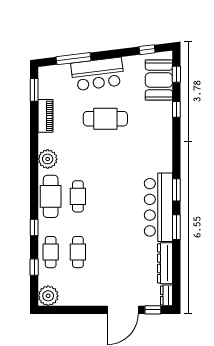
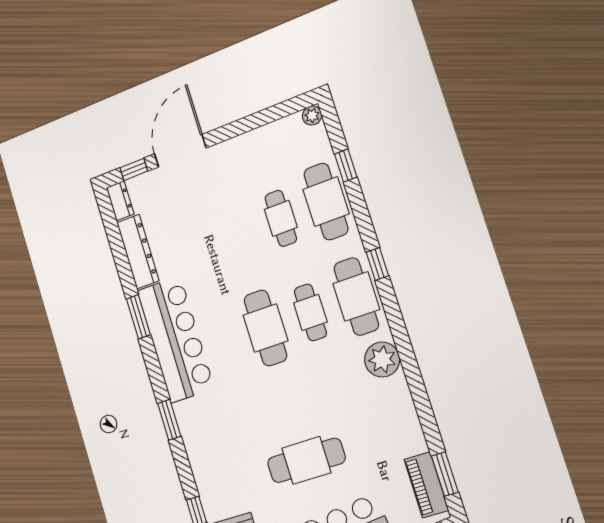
piano: (45, 116) -> (426, 485), moved
window: (176, 190) -> (169, 420), moved
cafe table: (105, 196) -> (265, 328), added
window: (34, 227) -> (377, 264), moved
cafe table: (51, 252) -> (326, 202), width x1.37, depth x1.35
plant: (48, 296) -> (312, 116), width x0.53, depth x0.53

